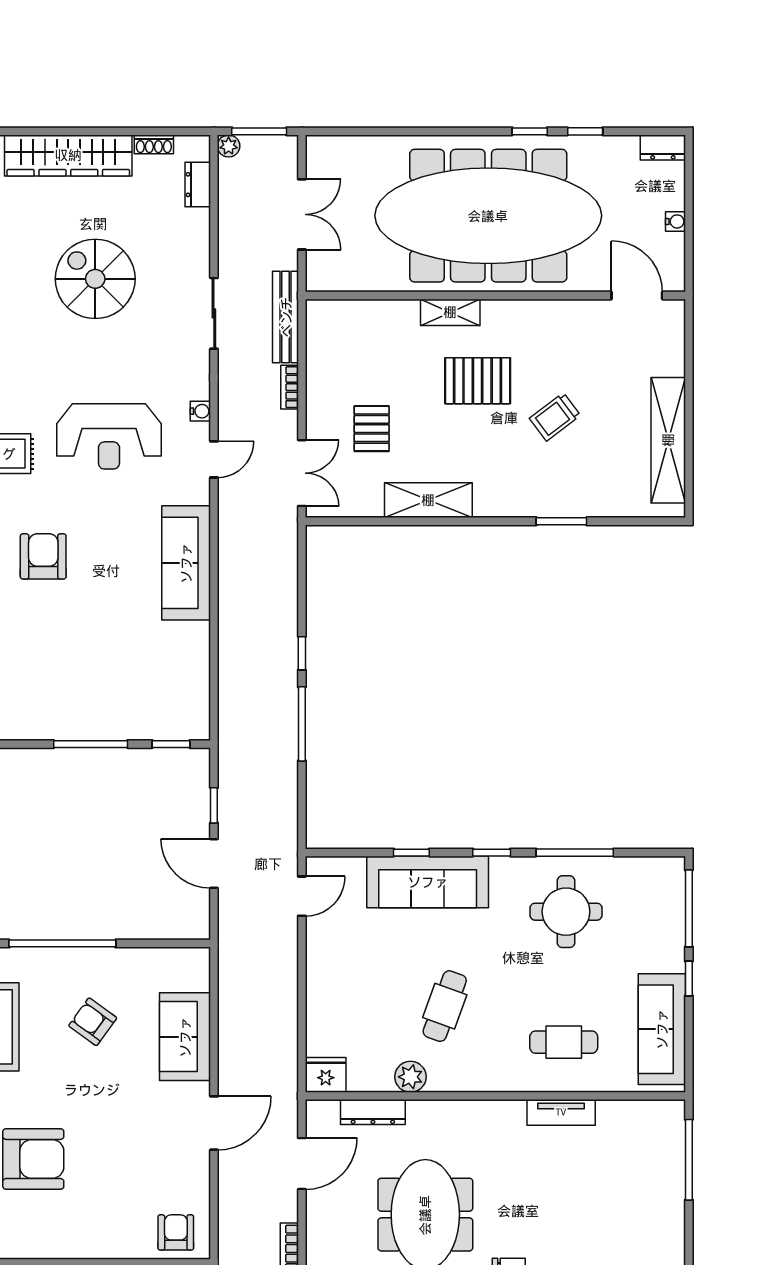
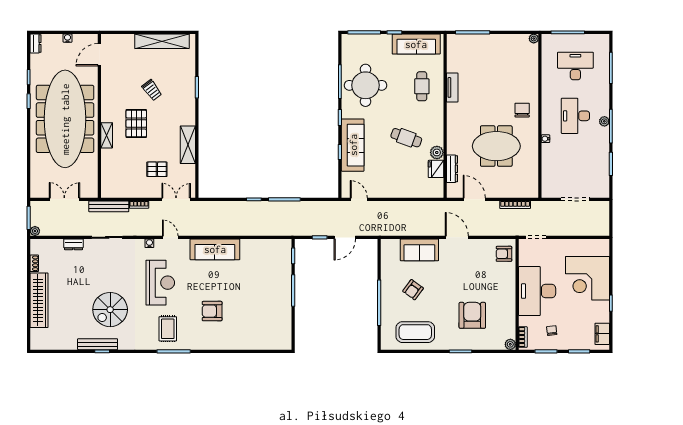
dresser: (198, 185) -> (73, 244), moved
spiral stairs: (95, 279) -> (110, 310), moved
round table: (566, 912) -> (365, 85), width x1.36, depth x1.36
fridge: (326, 1075) -> (436, 169), moved

